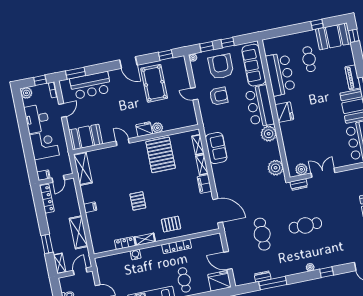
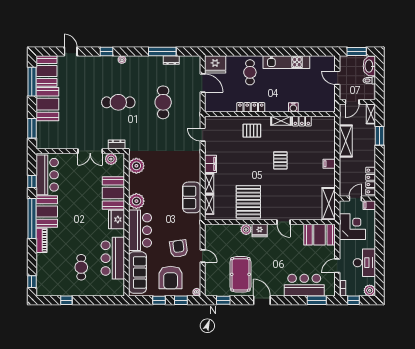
booth: (333, 36) -> (113, 193), moved, turned 90
armchair: (219, 96) -> (179, 249), turned 82
corner desk: (44, 145) -> (352, 227), moved, turned 180
door: (218, 211) -> (203, 135), width x0.53

